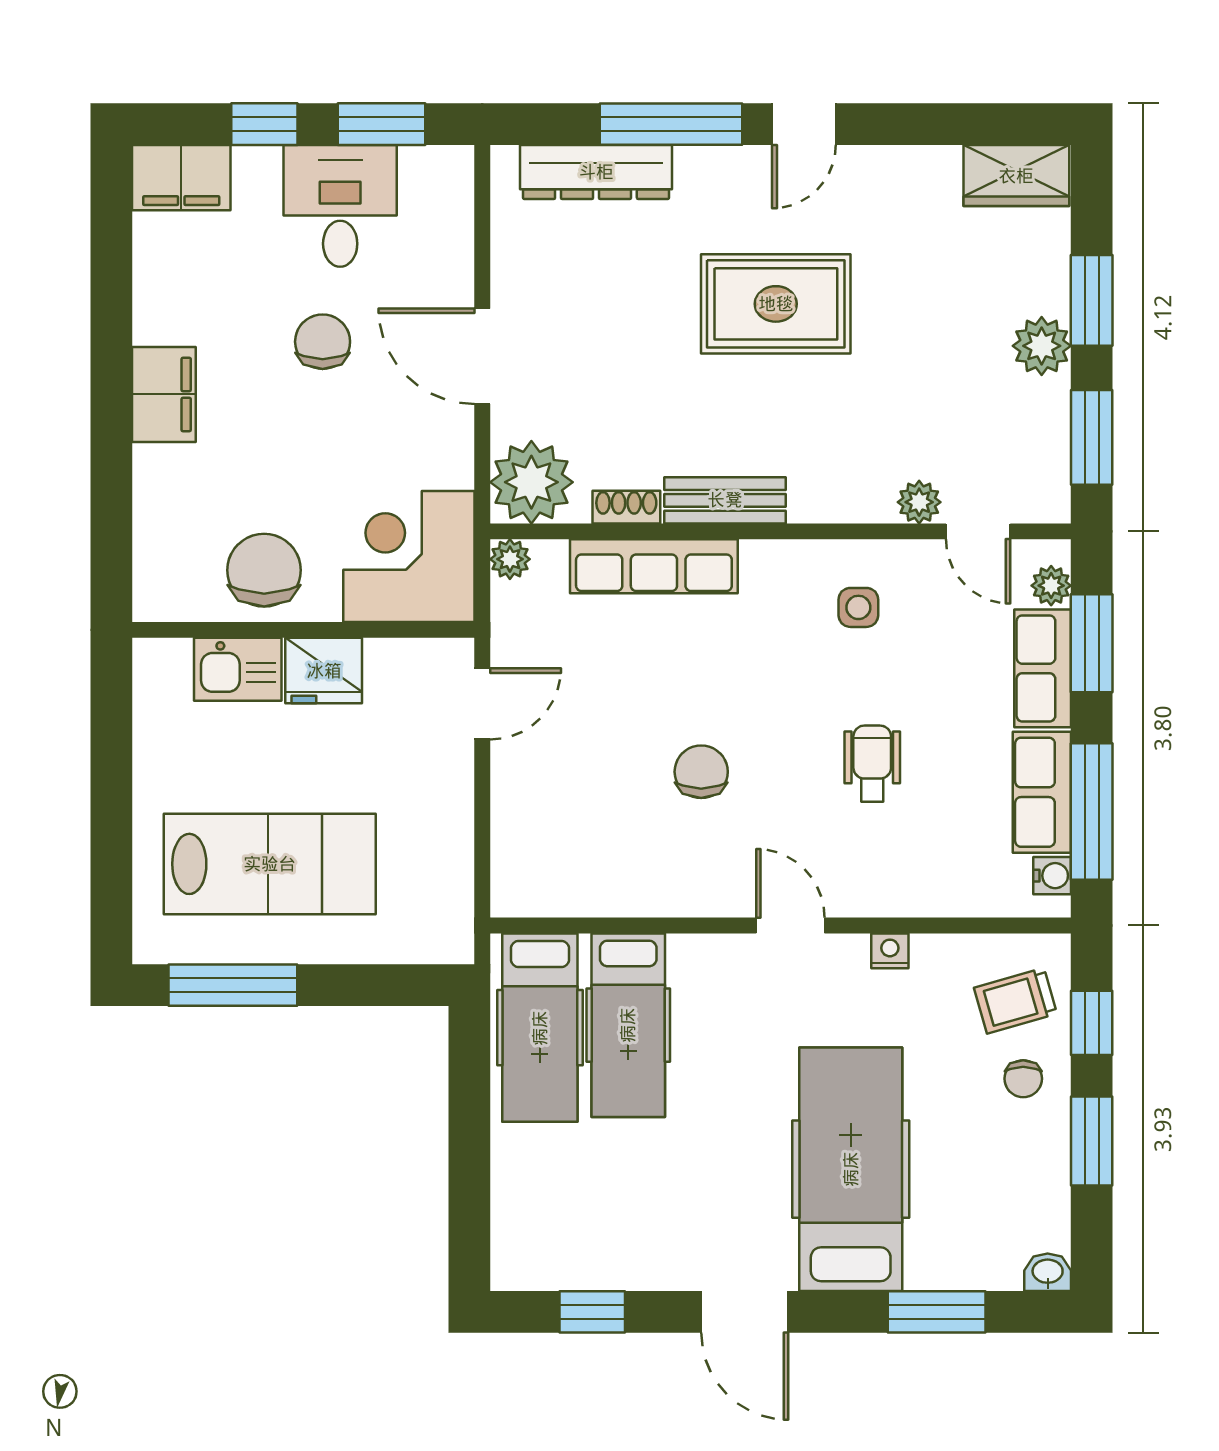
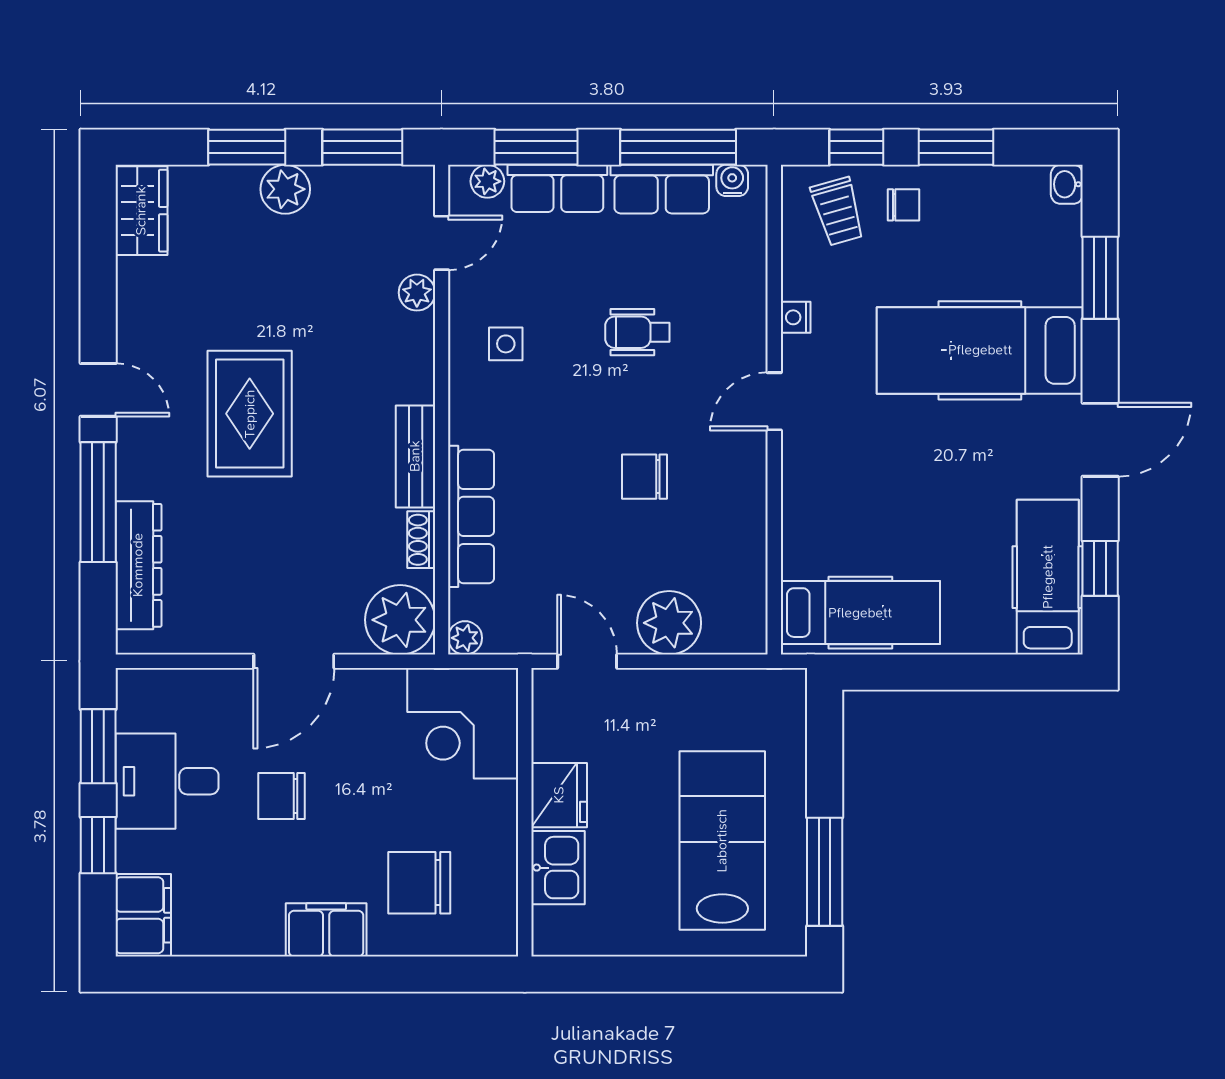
chair: (264, 570) -> (419, 883), moved
plant: (528, 801) -> (669, 623), added
hospital bed: (628, 1025) -> (1048, 577), moved, turned -90

